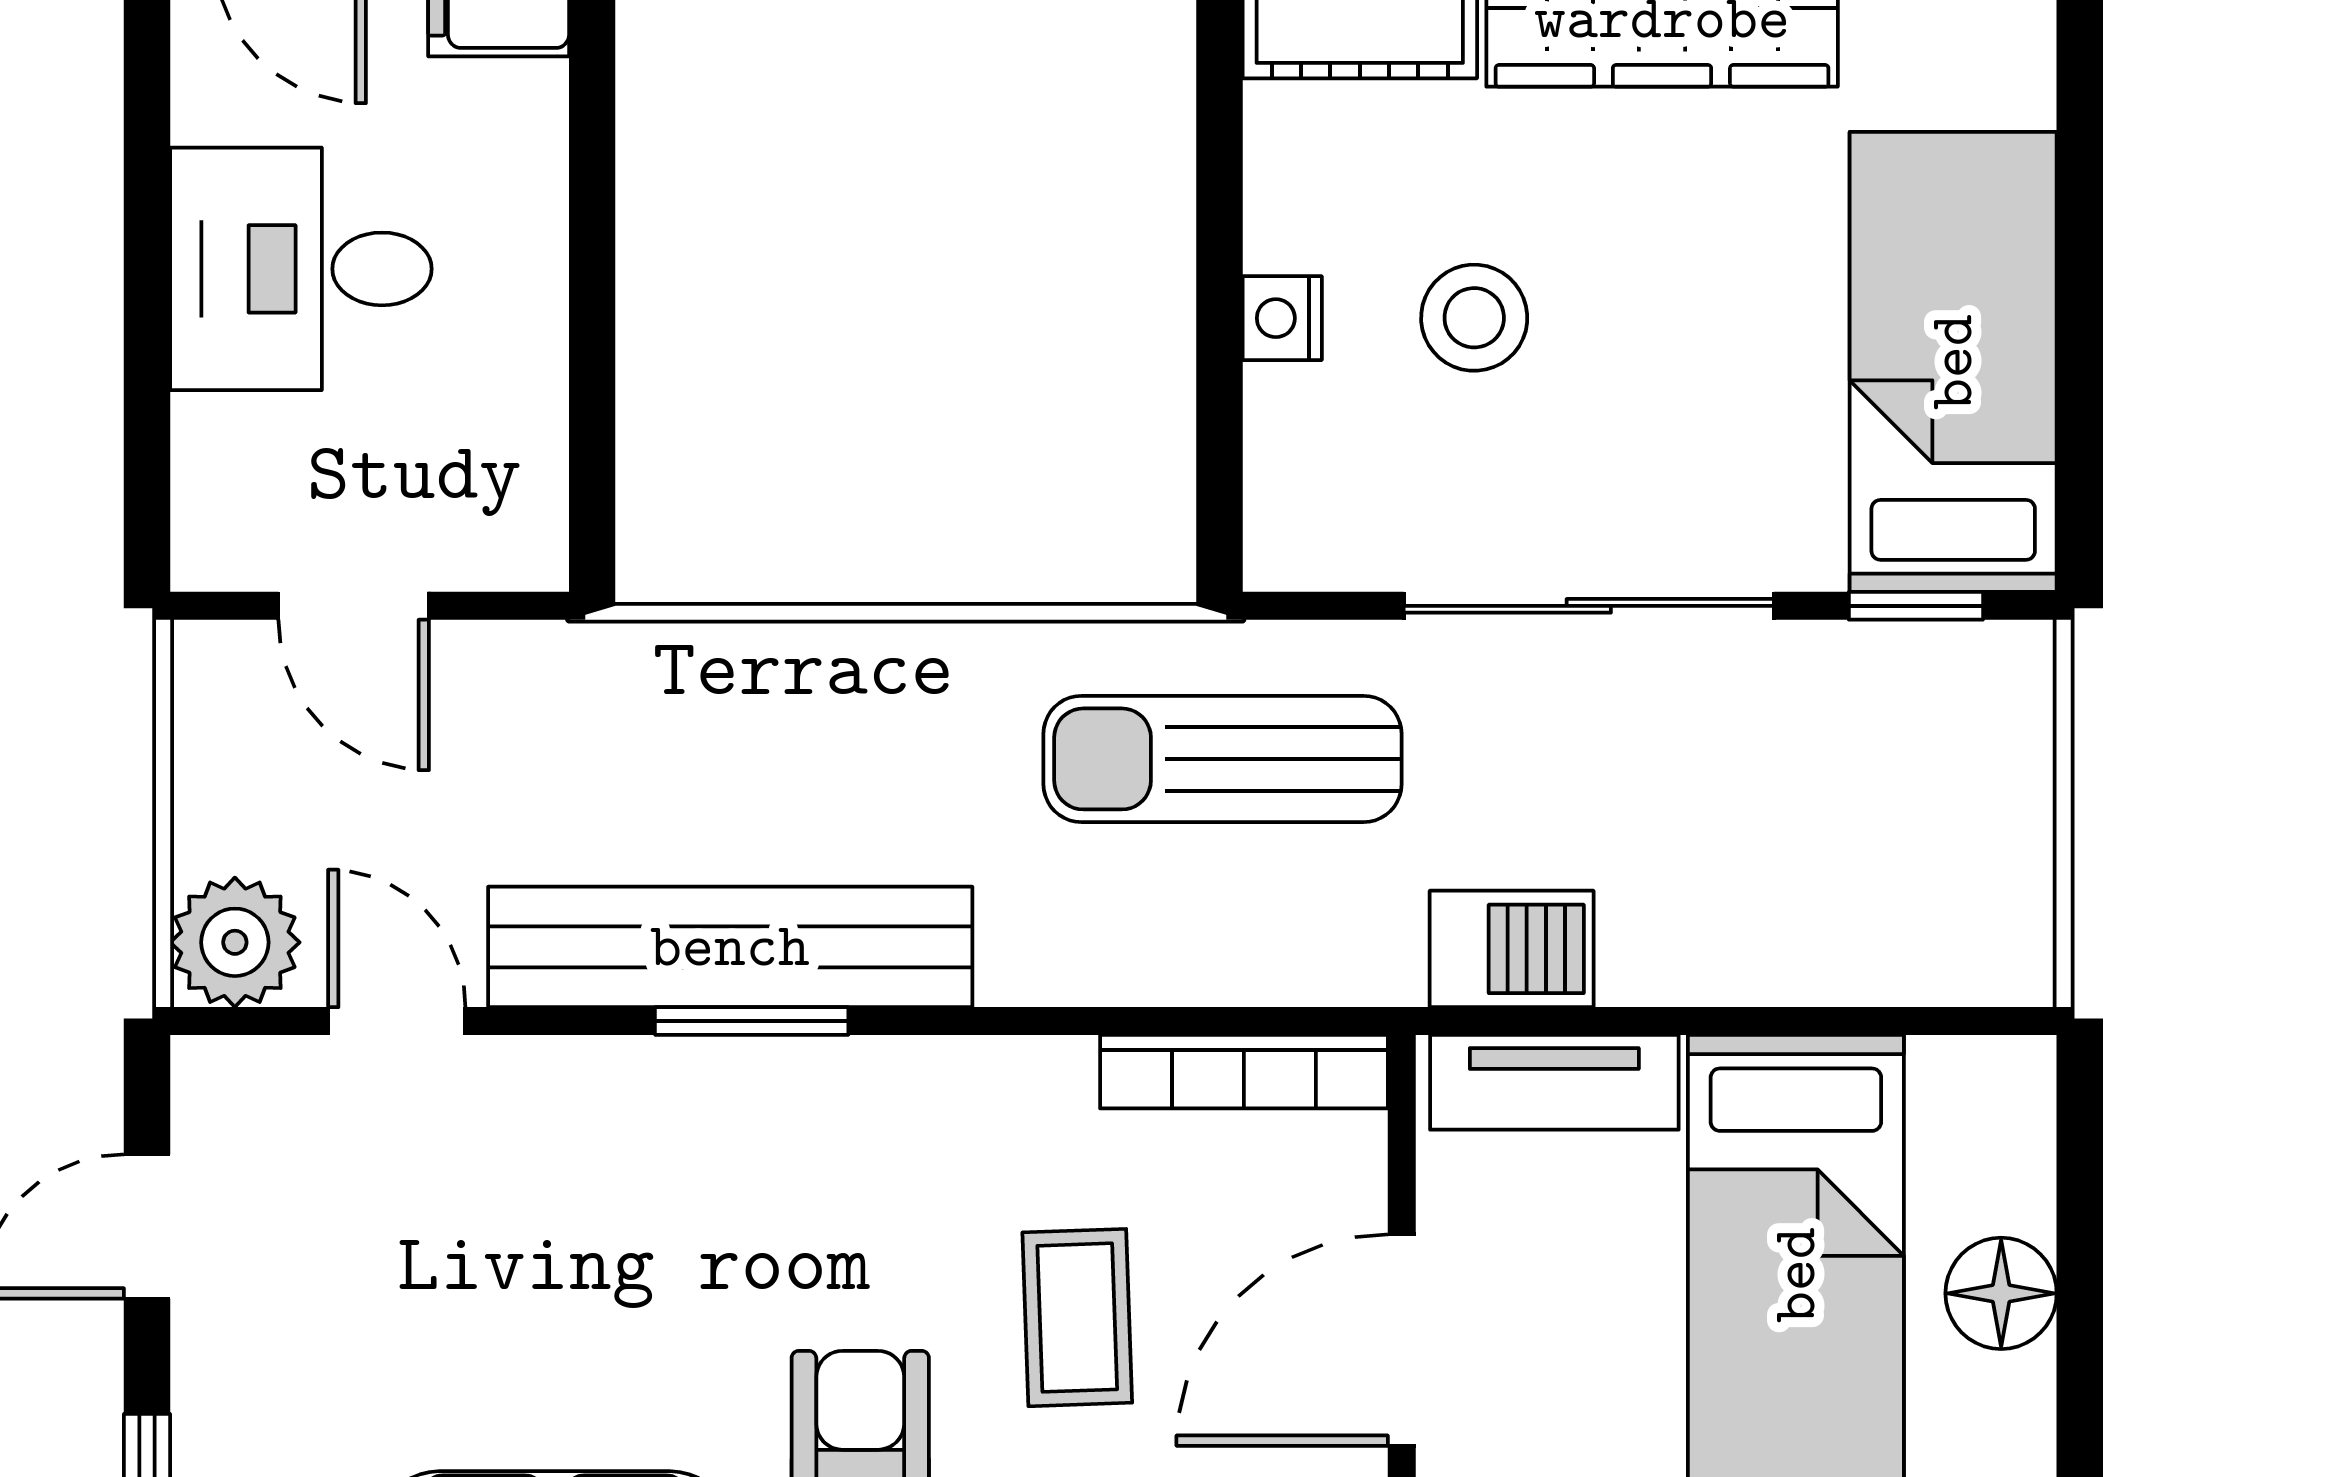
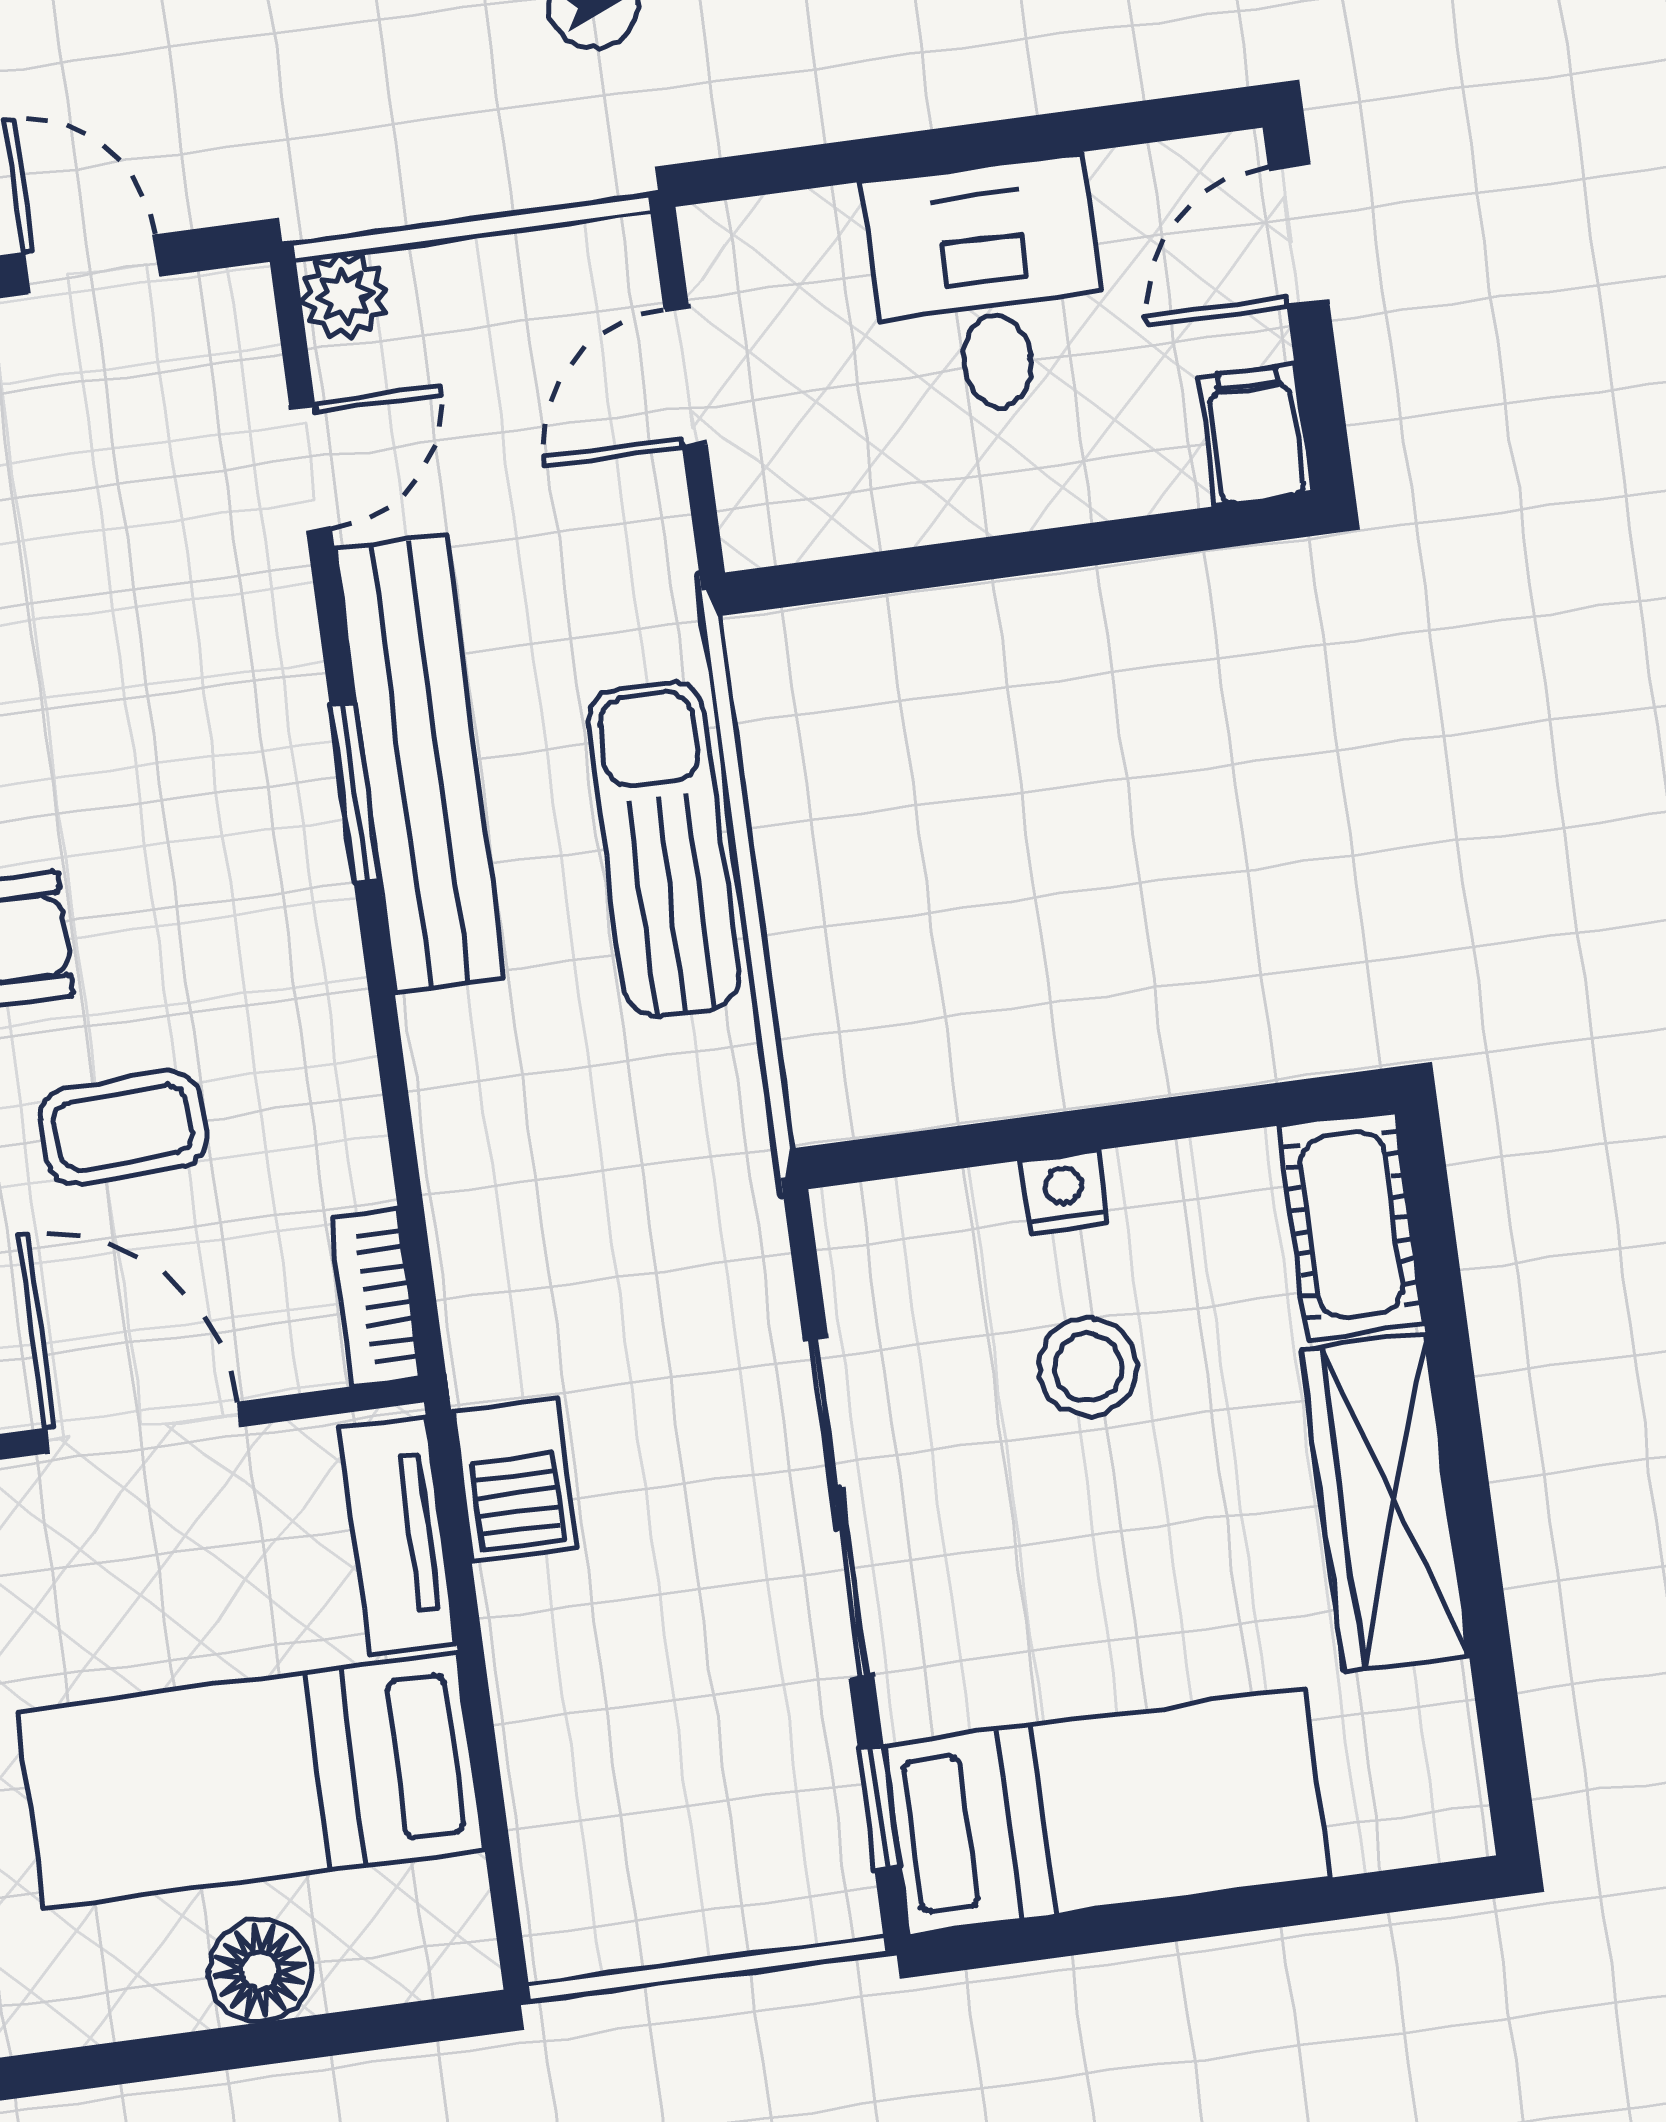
sun lounger: (1223, 759) -> (664, 849), moved
plant: (235, 942) -> (344, 296), width x0.73, depth x0.73
bookcase: (1244, 1072) -> (376, 1297), width x0.64

